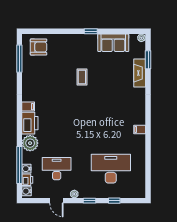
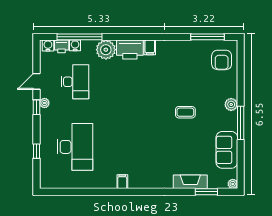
window: (91, 31) -> (241, 123), width x2.17
plant: (76, 39) -> (231, 104), added
window: (89, 201) -> (36, 107), moved

